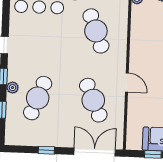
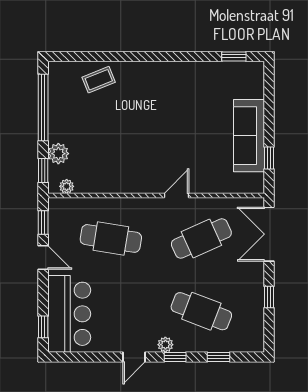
cafe table: (96, 31) -> (111, 238), turned 30
plant: (12, 88) -> (165, 345), moved

